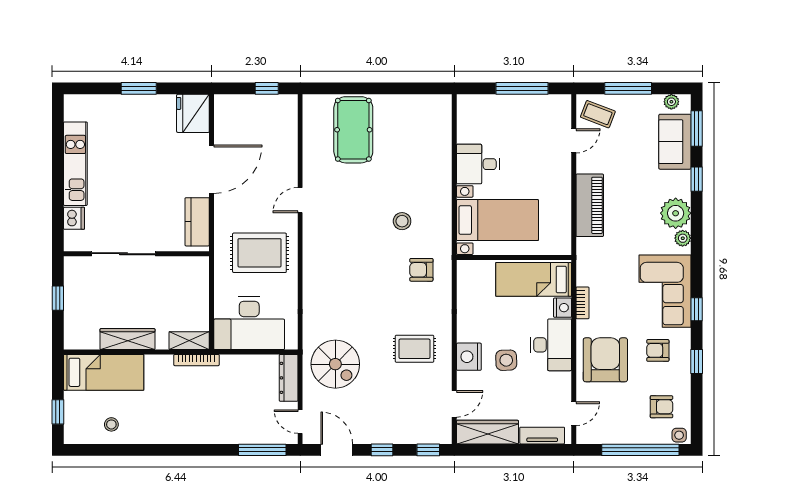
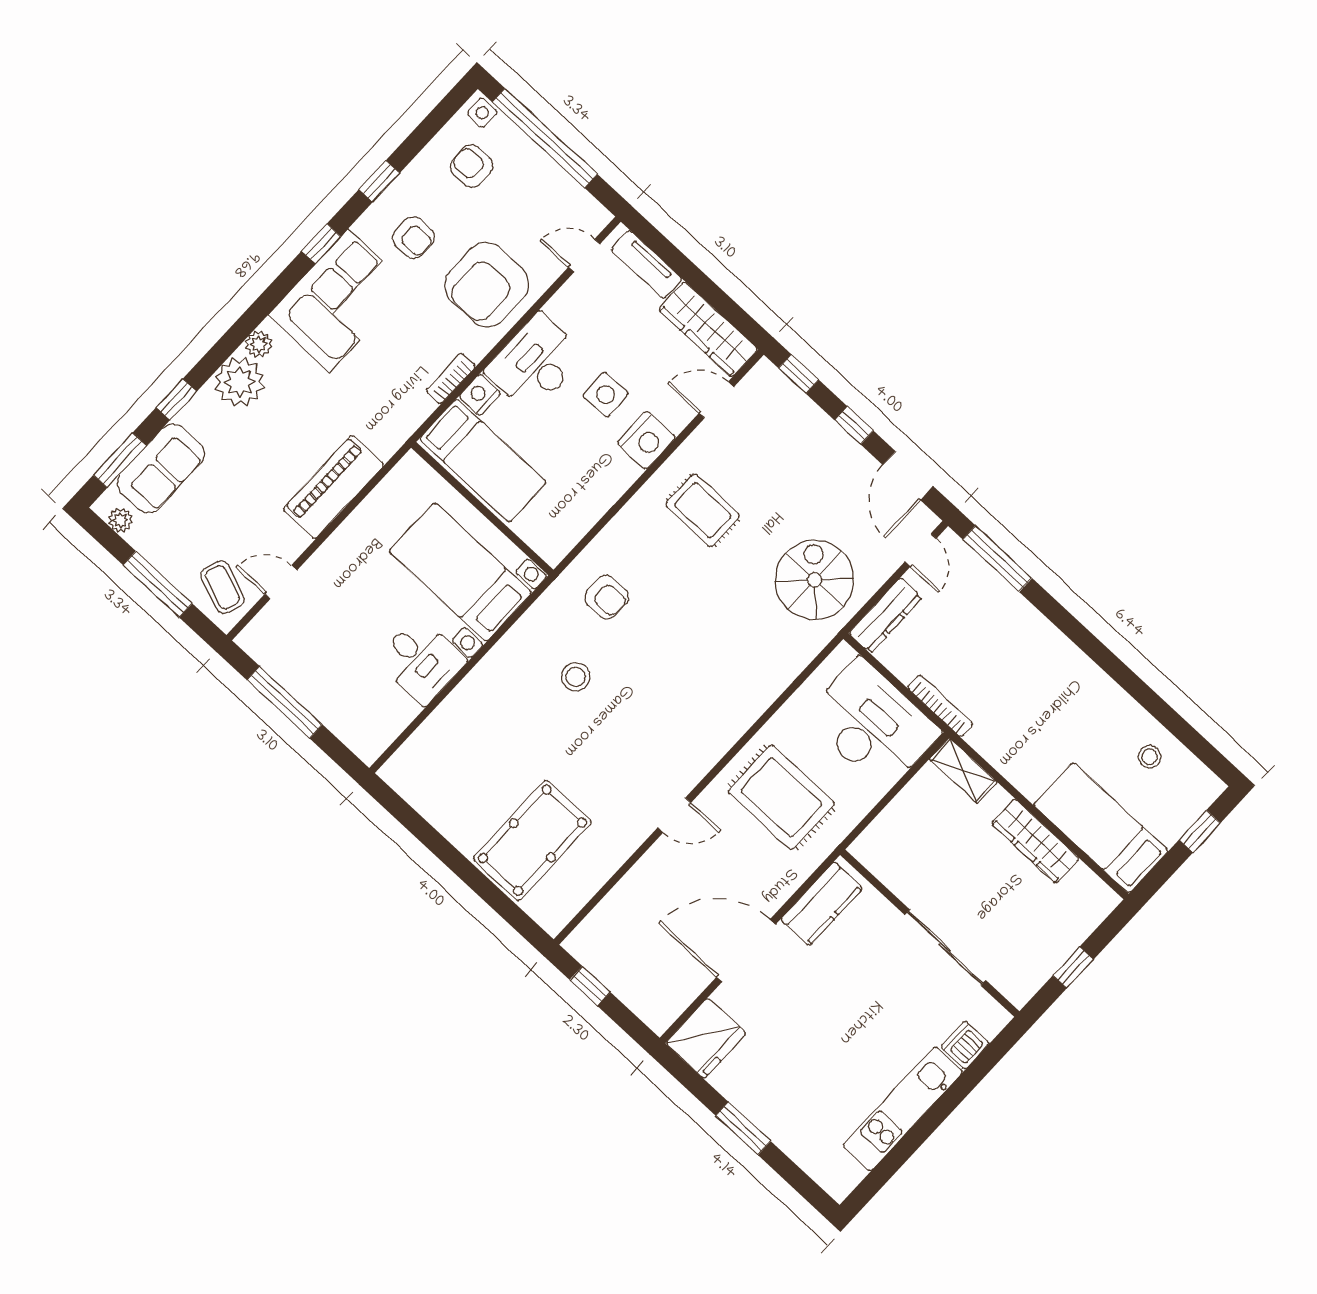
bookcase: (196, 360) -> (940, 706), moved

